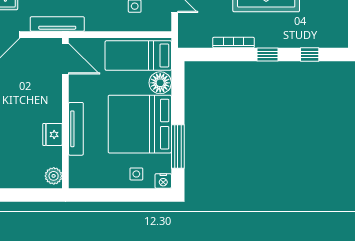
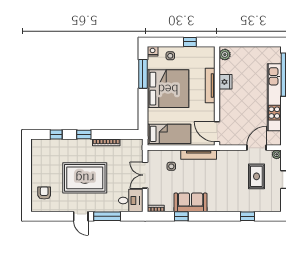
tv unit: (57, 24) -> (199, 155), moved
floor lamp: (160, 83) -> (155, 116), removed
window: (107, 195) -> (190, 42), added

